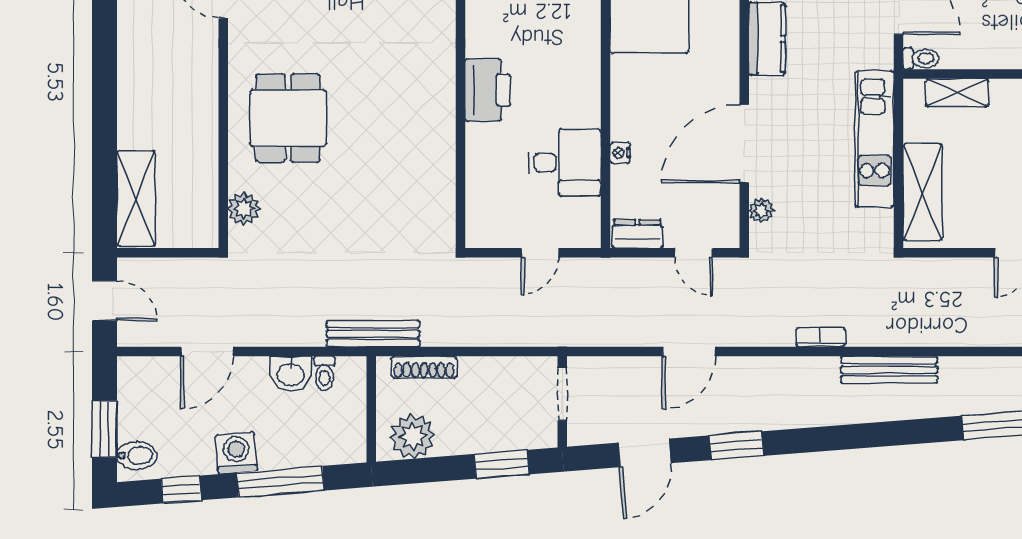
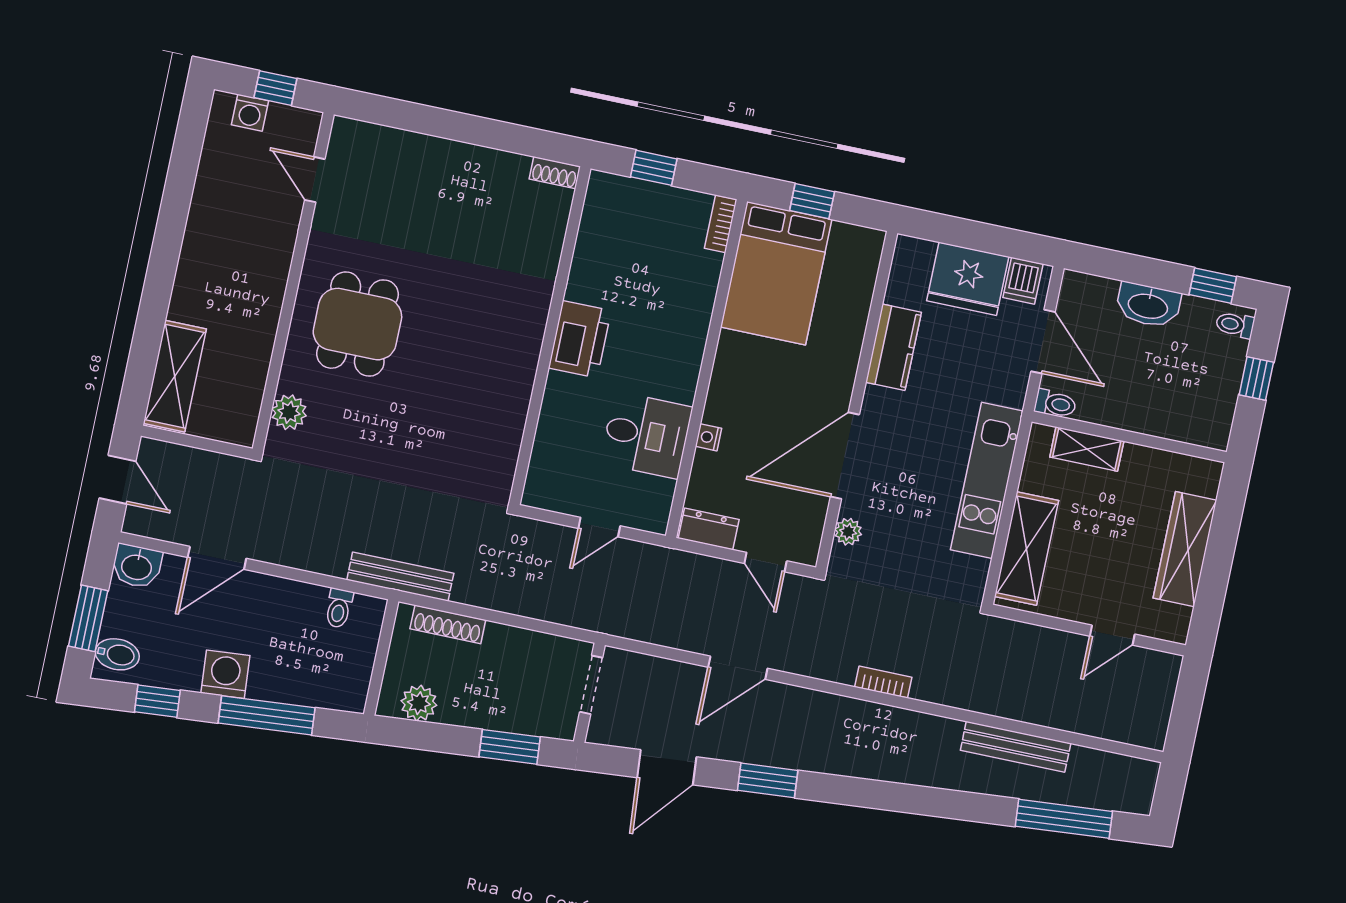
bench: (889, 370) -> (1016, 747), moved
washbasin: (291, 374) -> (137, 566), moved
plant: (413, 436) -> (419, 703), width x0.73, depth x0.73

